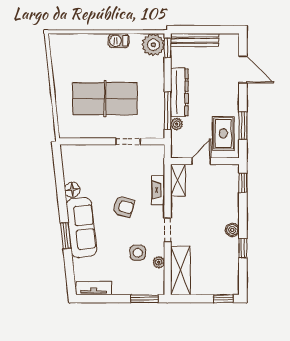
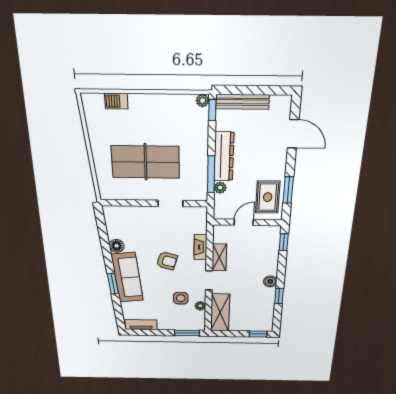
barbecue: (119, 41) -> (116, 101), moved
plant: (153, 45) -> (202, 101), width x0.53, depth x0.53
shelving: (178, 180) -> (219, 257), moved

